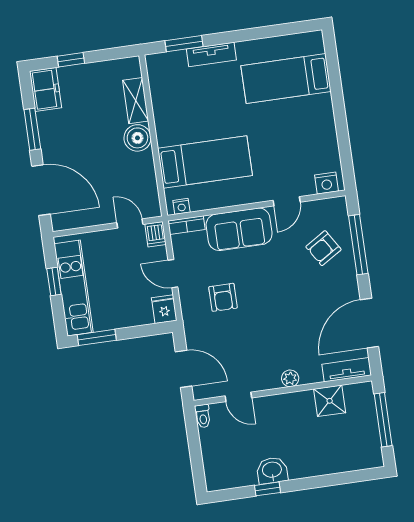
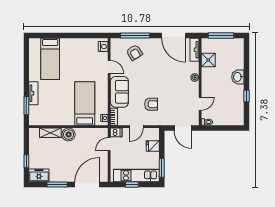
fridge: (164, 309) -> (153, 146), moved
door: (184, 369) -> (183, 128), swing flipped
washbasin: (272, 470) -> (238, 77), moved

